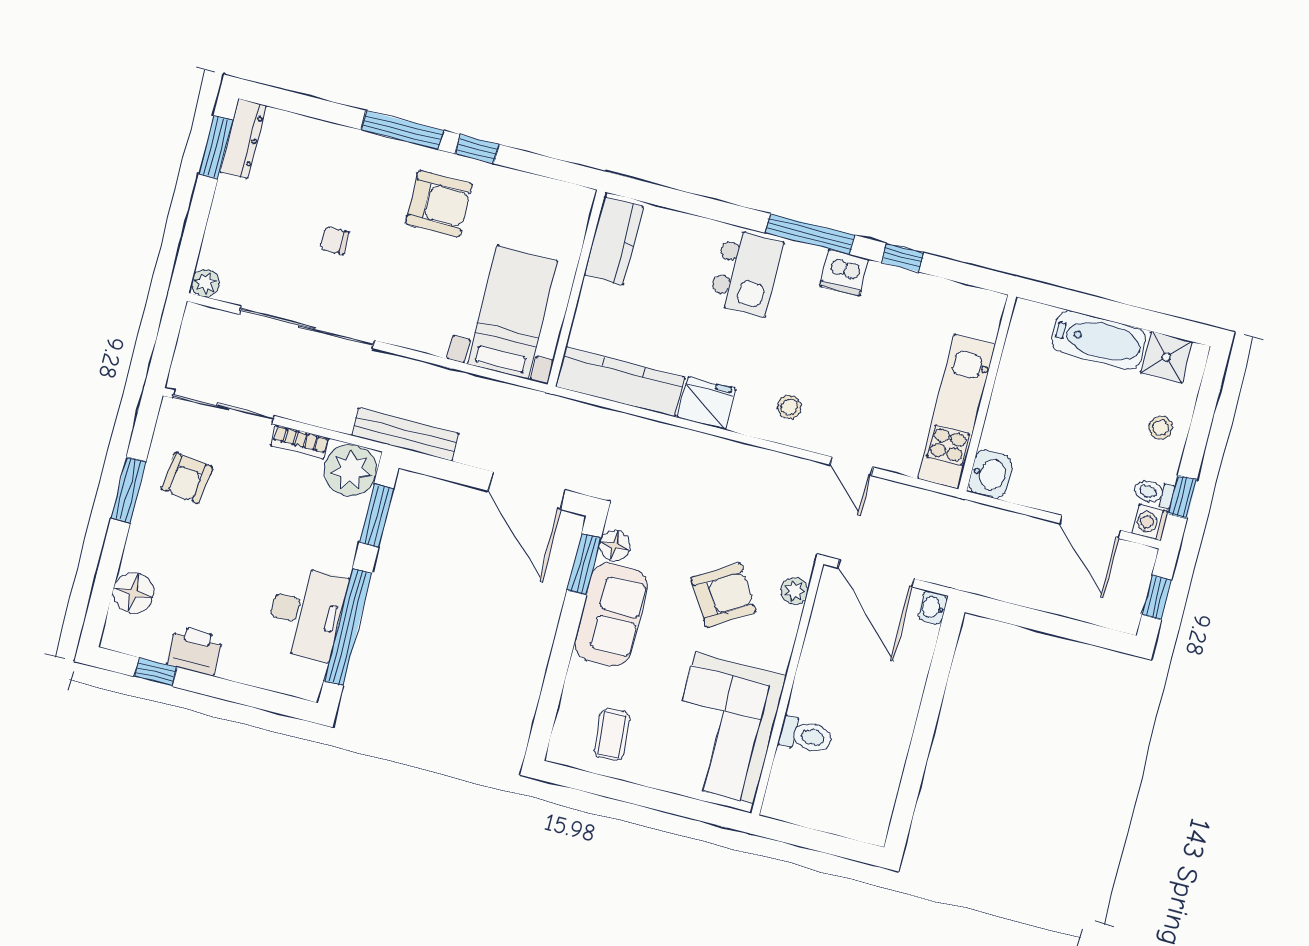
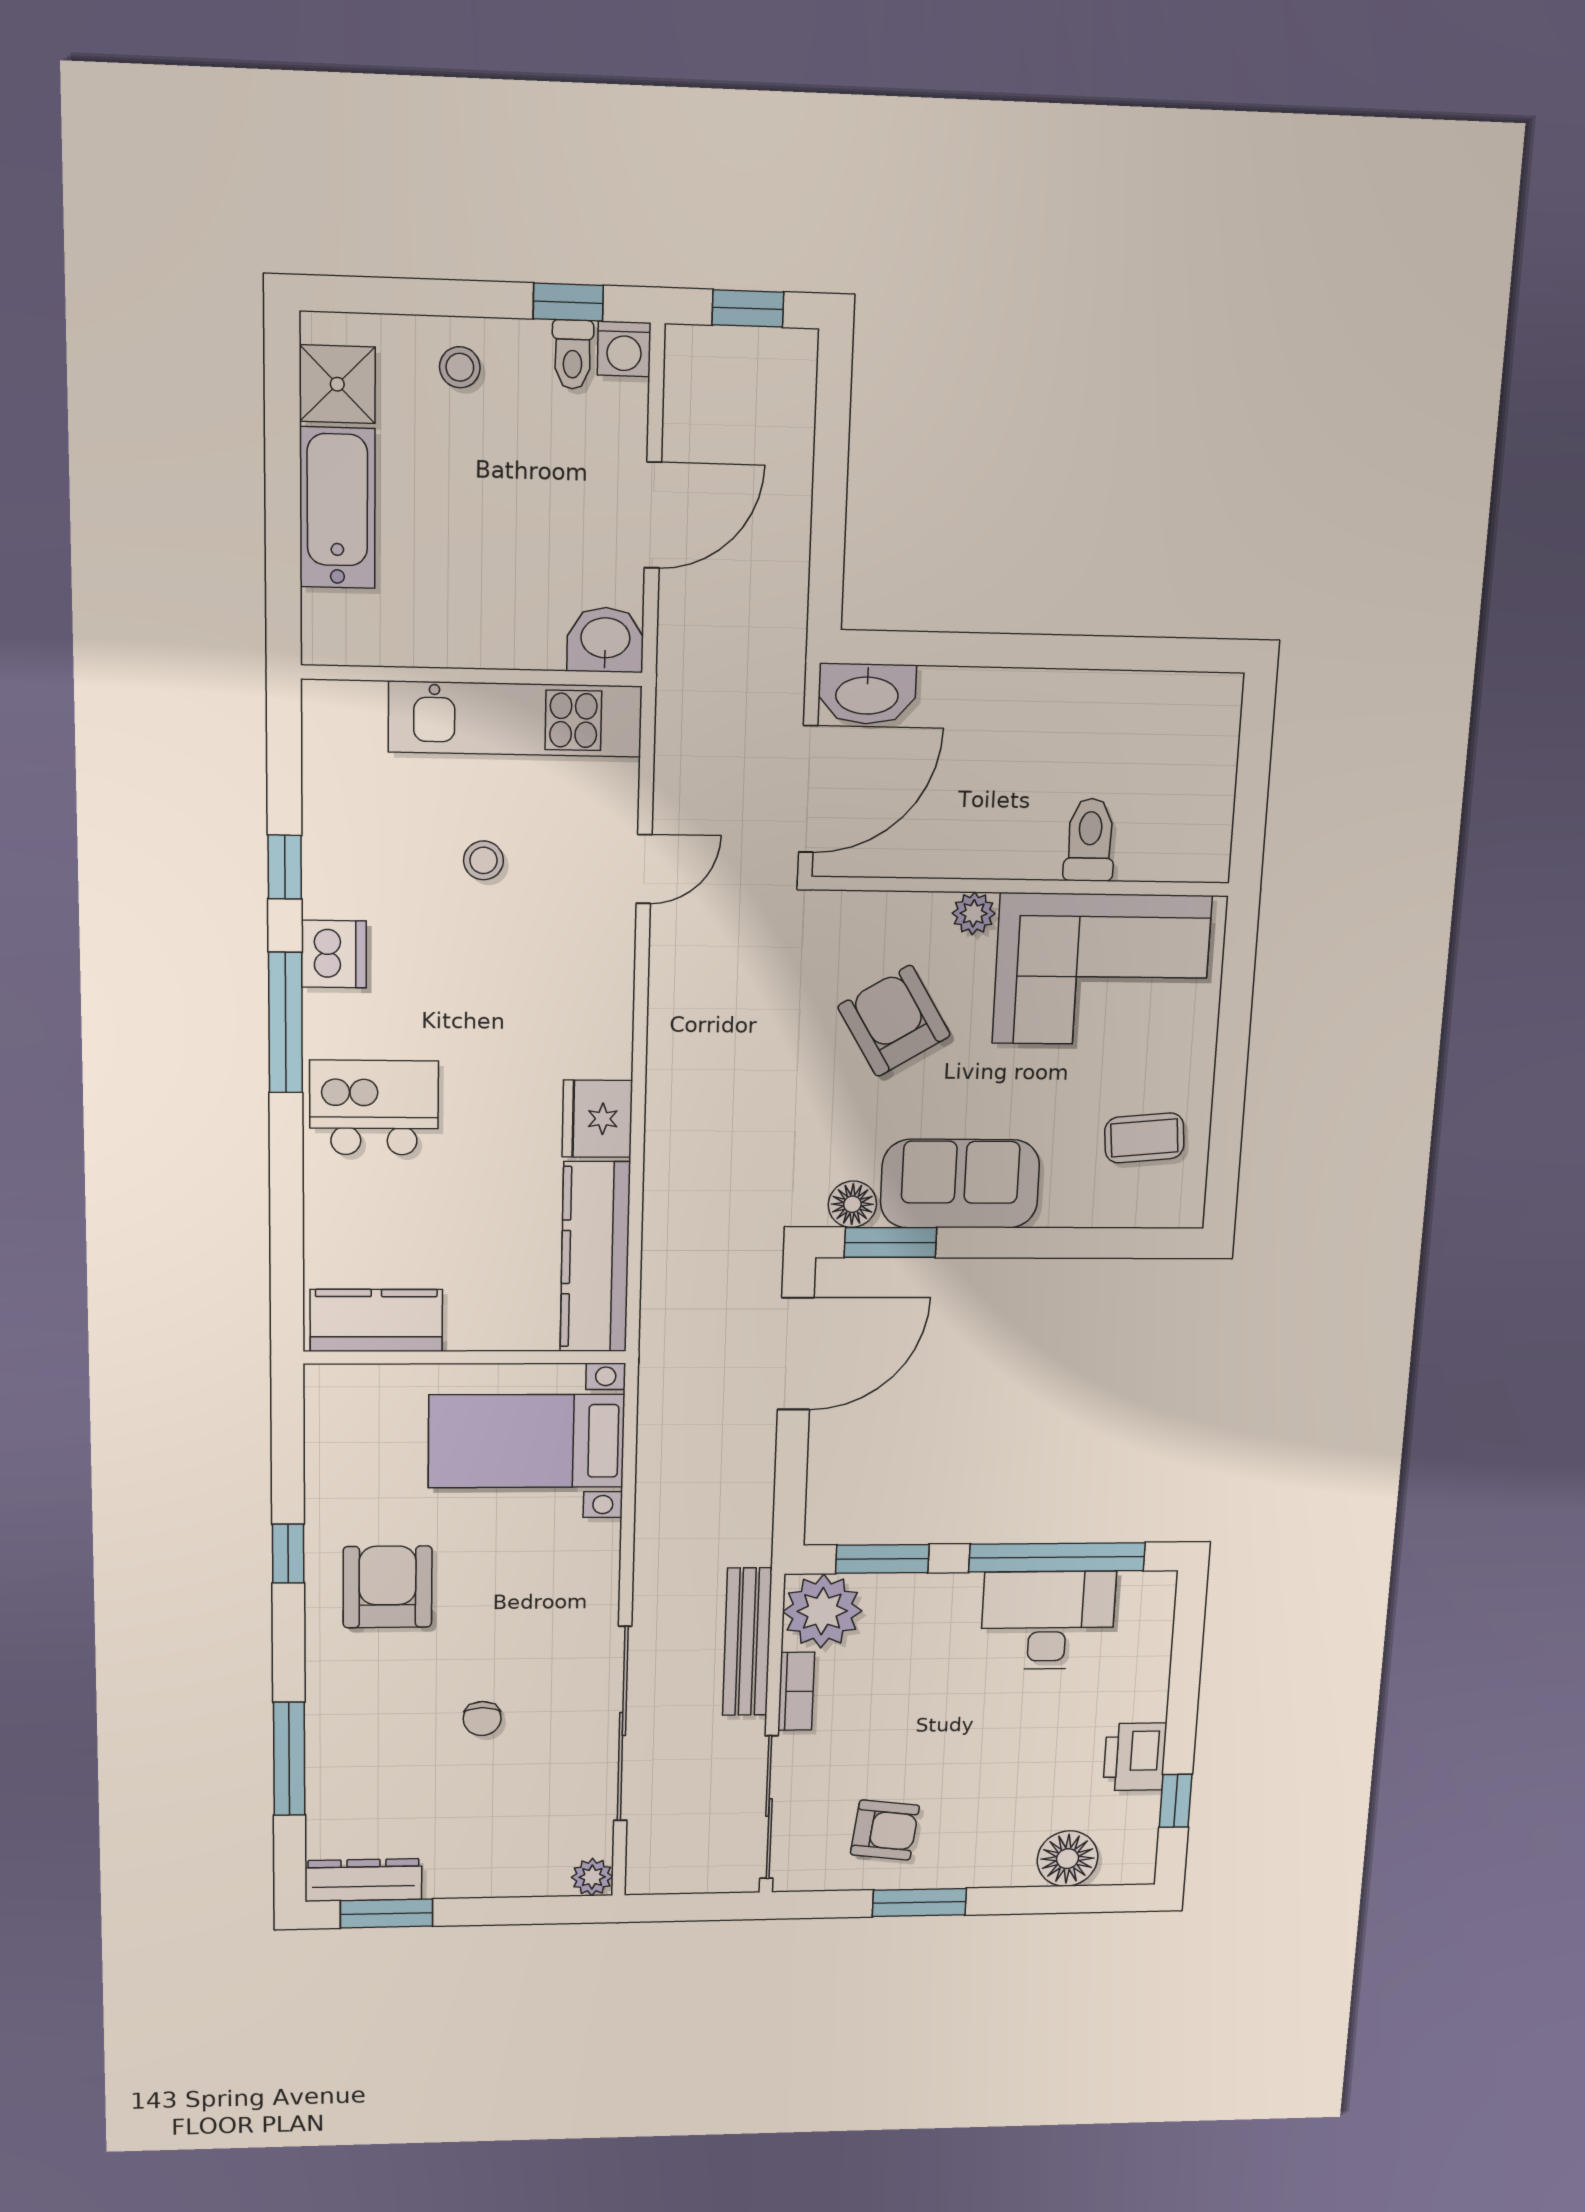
window: (402, 130) -> (289, 1759), moved
stool: (789, 407) -> (483, 860), moved
bench: (405, 434) -> (747, 1642), moved
door: (1090, 527) -> (653, 515), moved
plant: (794, 591) -> (974, 913), moved
washbasin: (933, 608) -> (867, 694), width x1.91, depth x1.45

